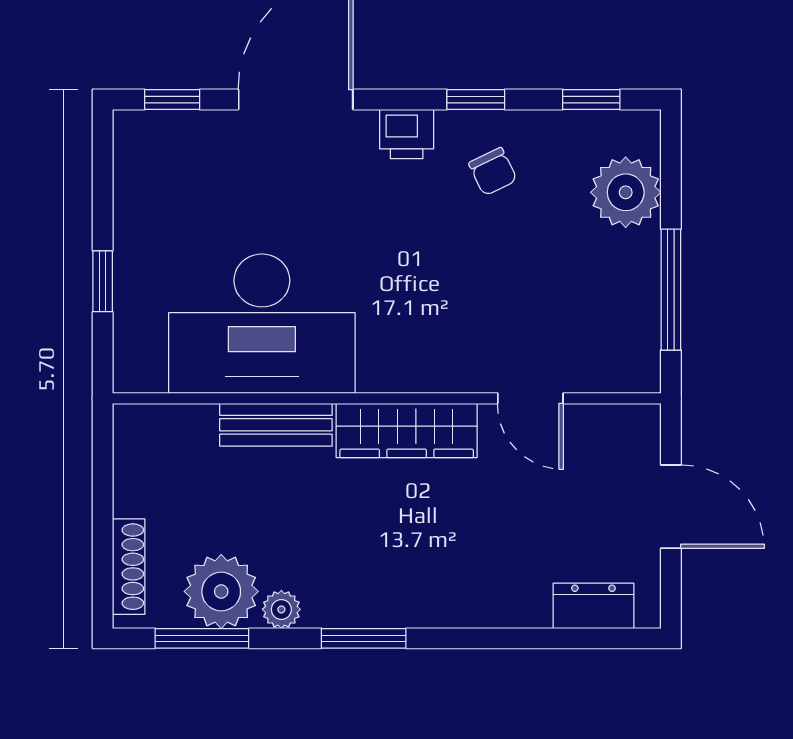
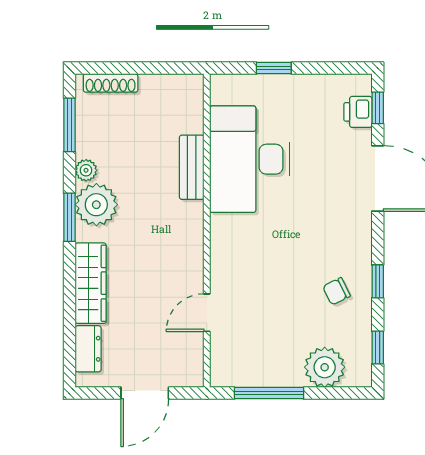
printer: (407, 134) -> (358, 112), moved
wardrobe: (407, 430) -> (91, 283), moved, turned 180
plant: (221, 591) -> (96, 205), moved

